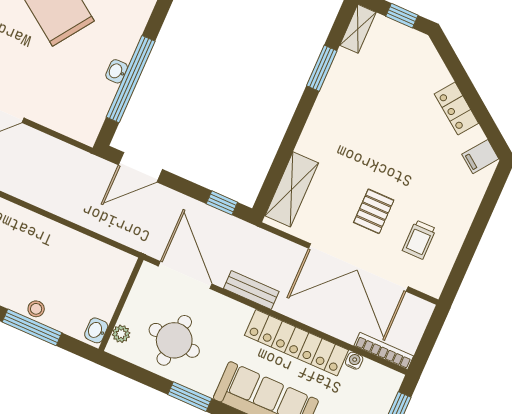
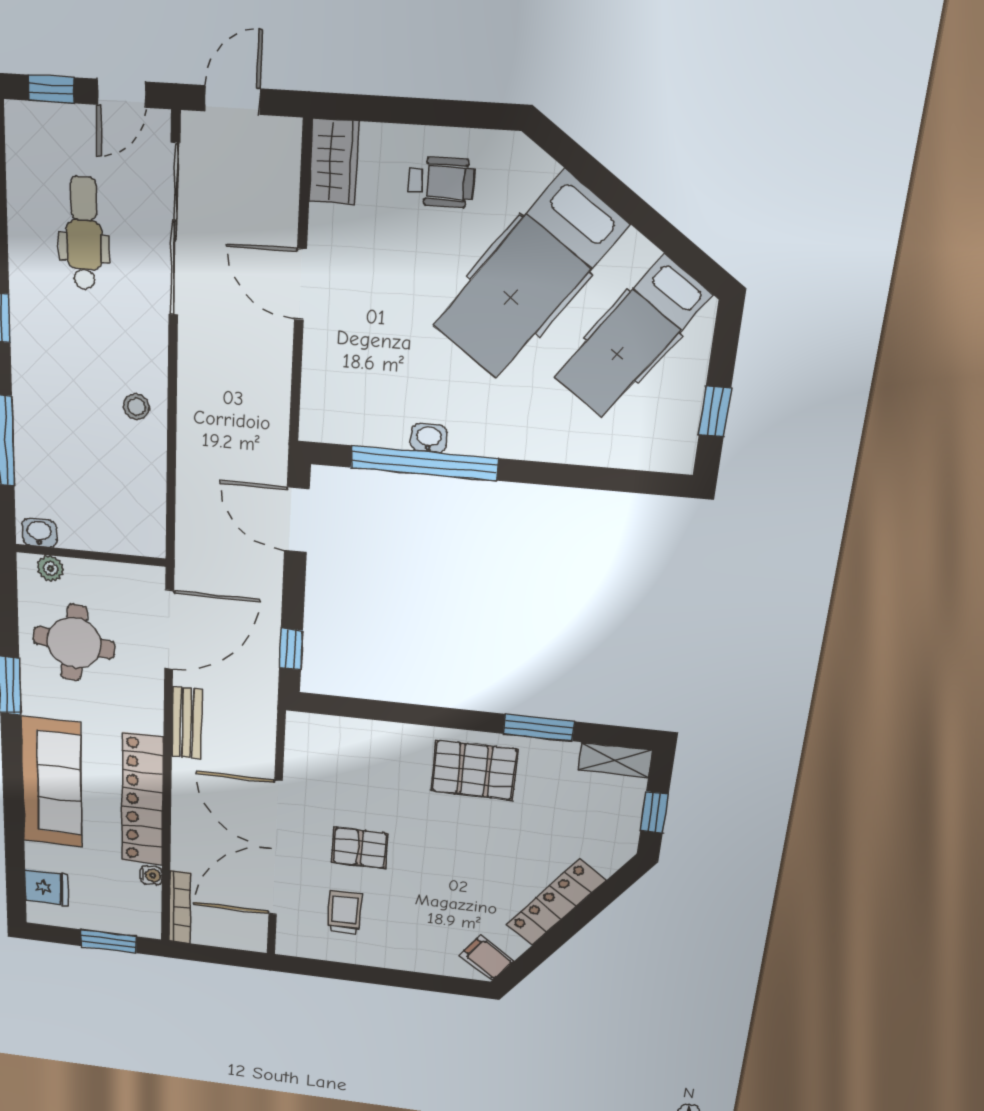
locker: (456, 109) -> (556, 902), width x1.53
pallet: (339, 118) -> (474, 770), added
shelving: (292, 189) -> (348, 736), removed
trolley: (419, 240) -> (344, 912), turned 90
stool: (36, 309) -> (136, 407), moved

